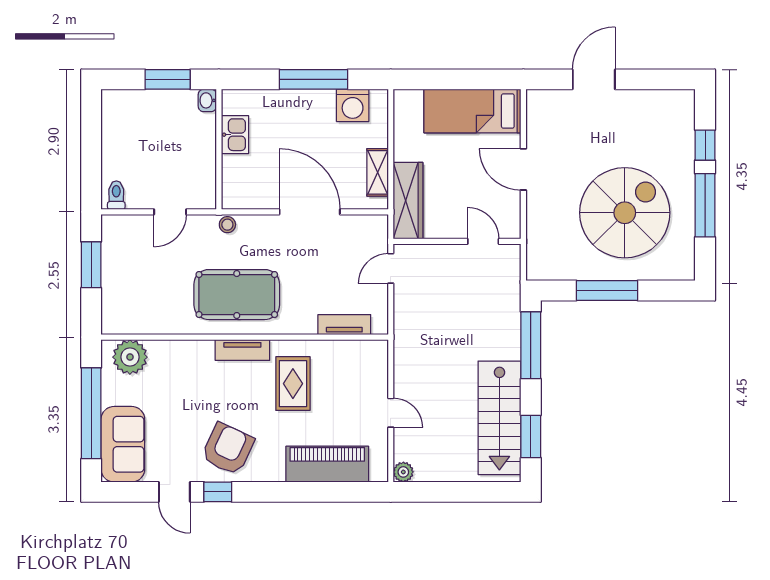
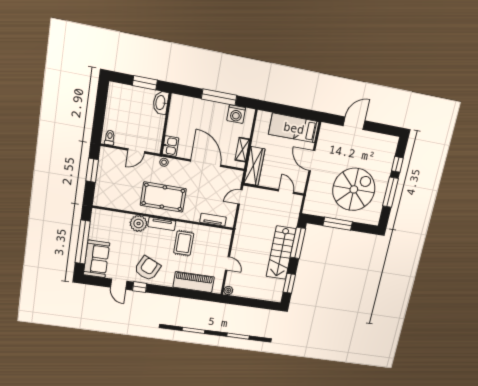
washbasin: (207, 100) -> (161, 103), width x1.91, depth x1.45
kitchen sink: (235, 135) -> (171, 146), moved
plant: (130, 357) -> (139, 223), moved
stairs: (499, 418) -> (281, 253), moved

